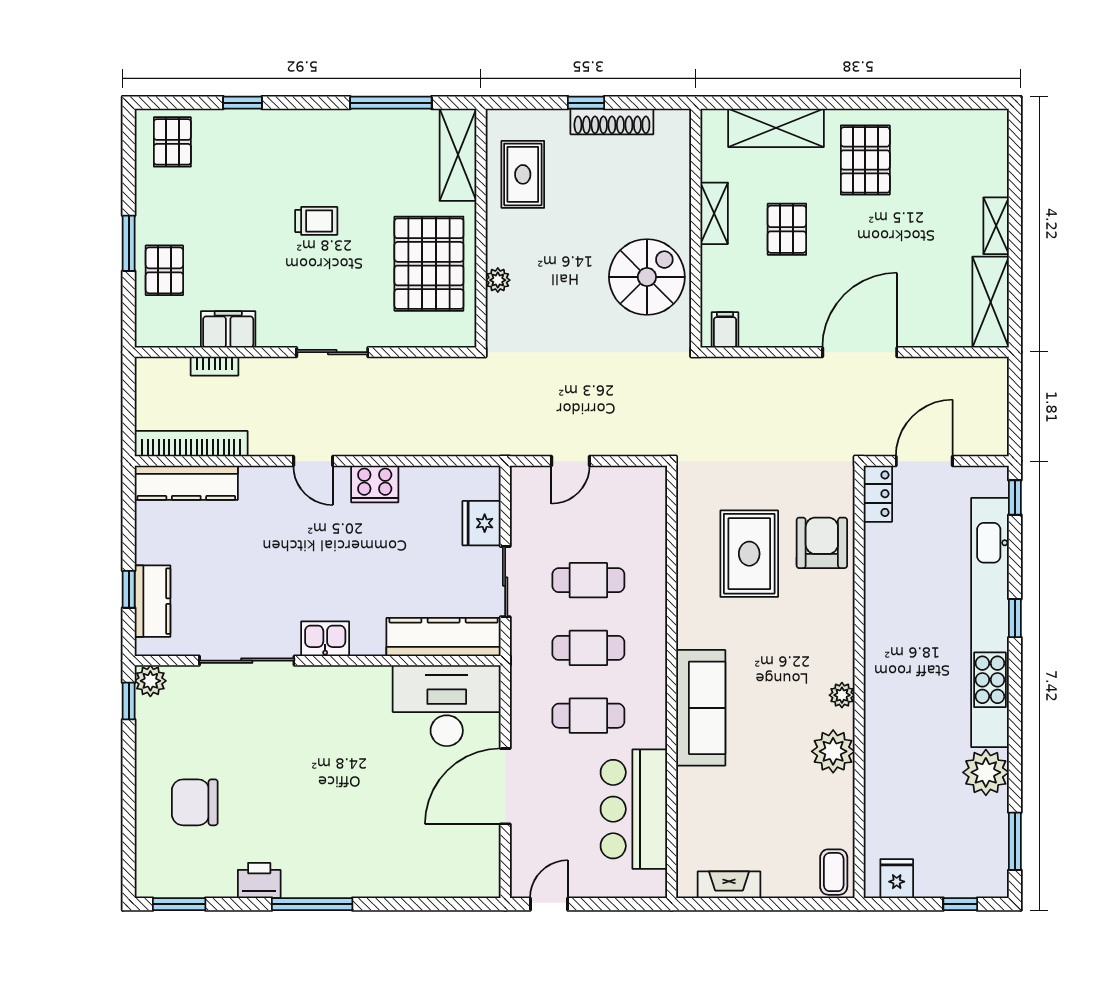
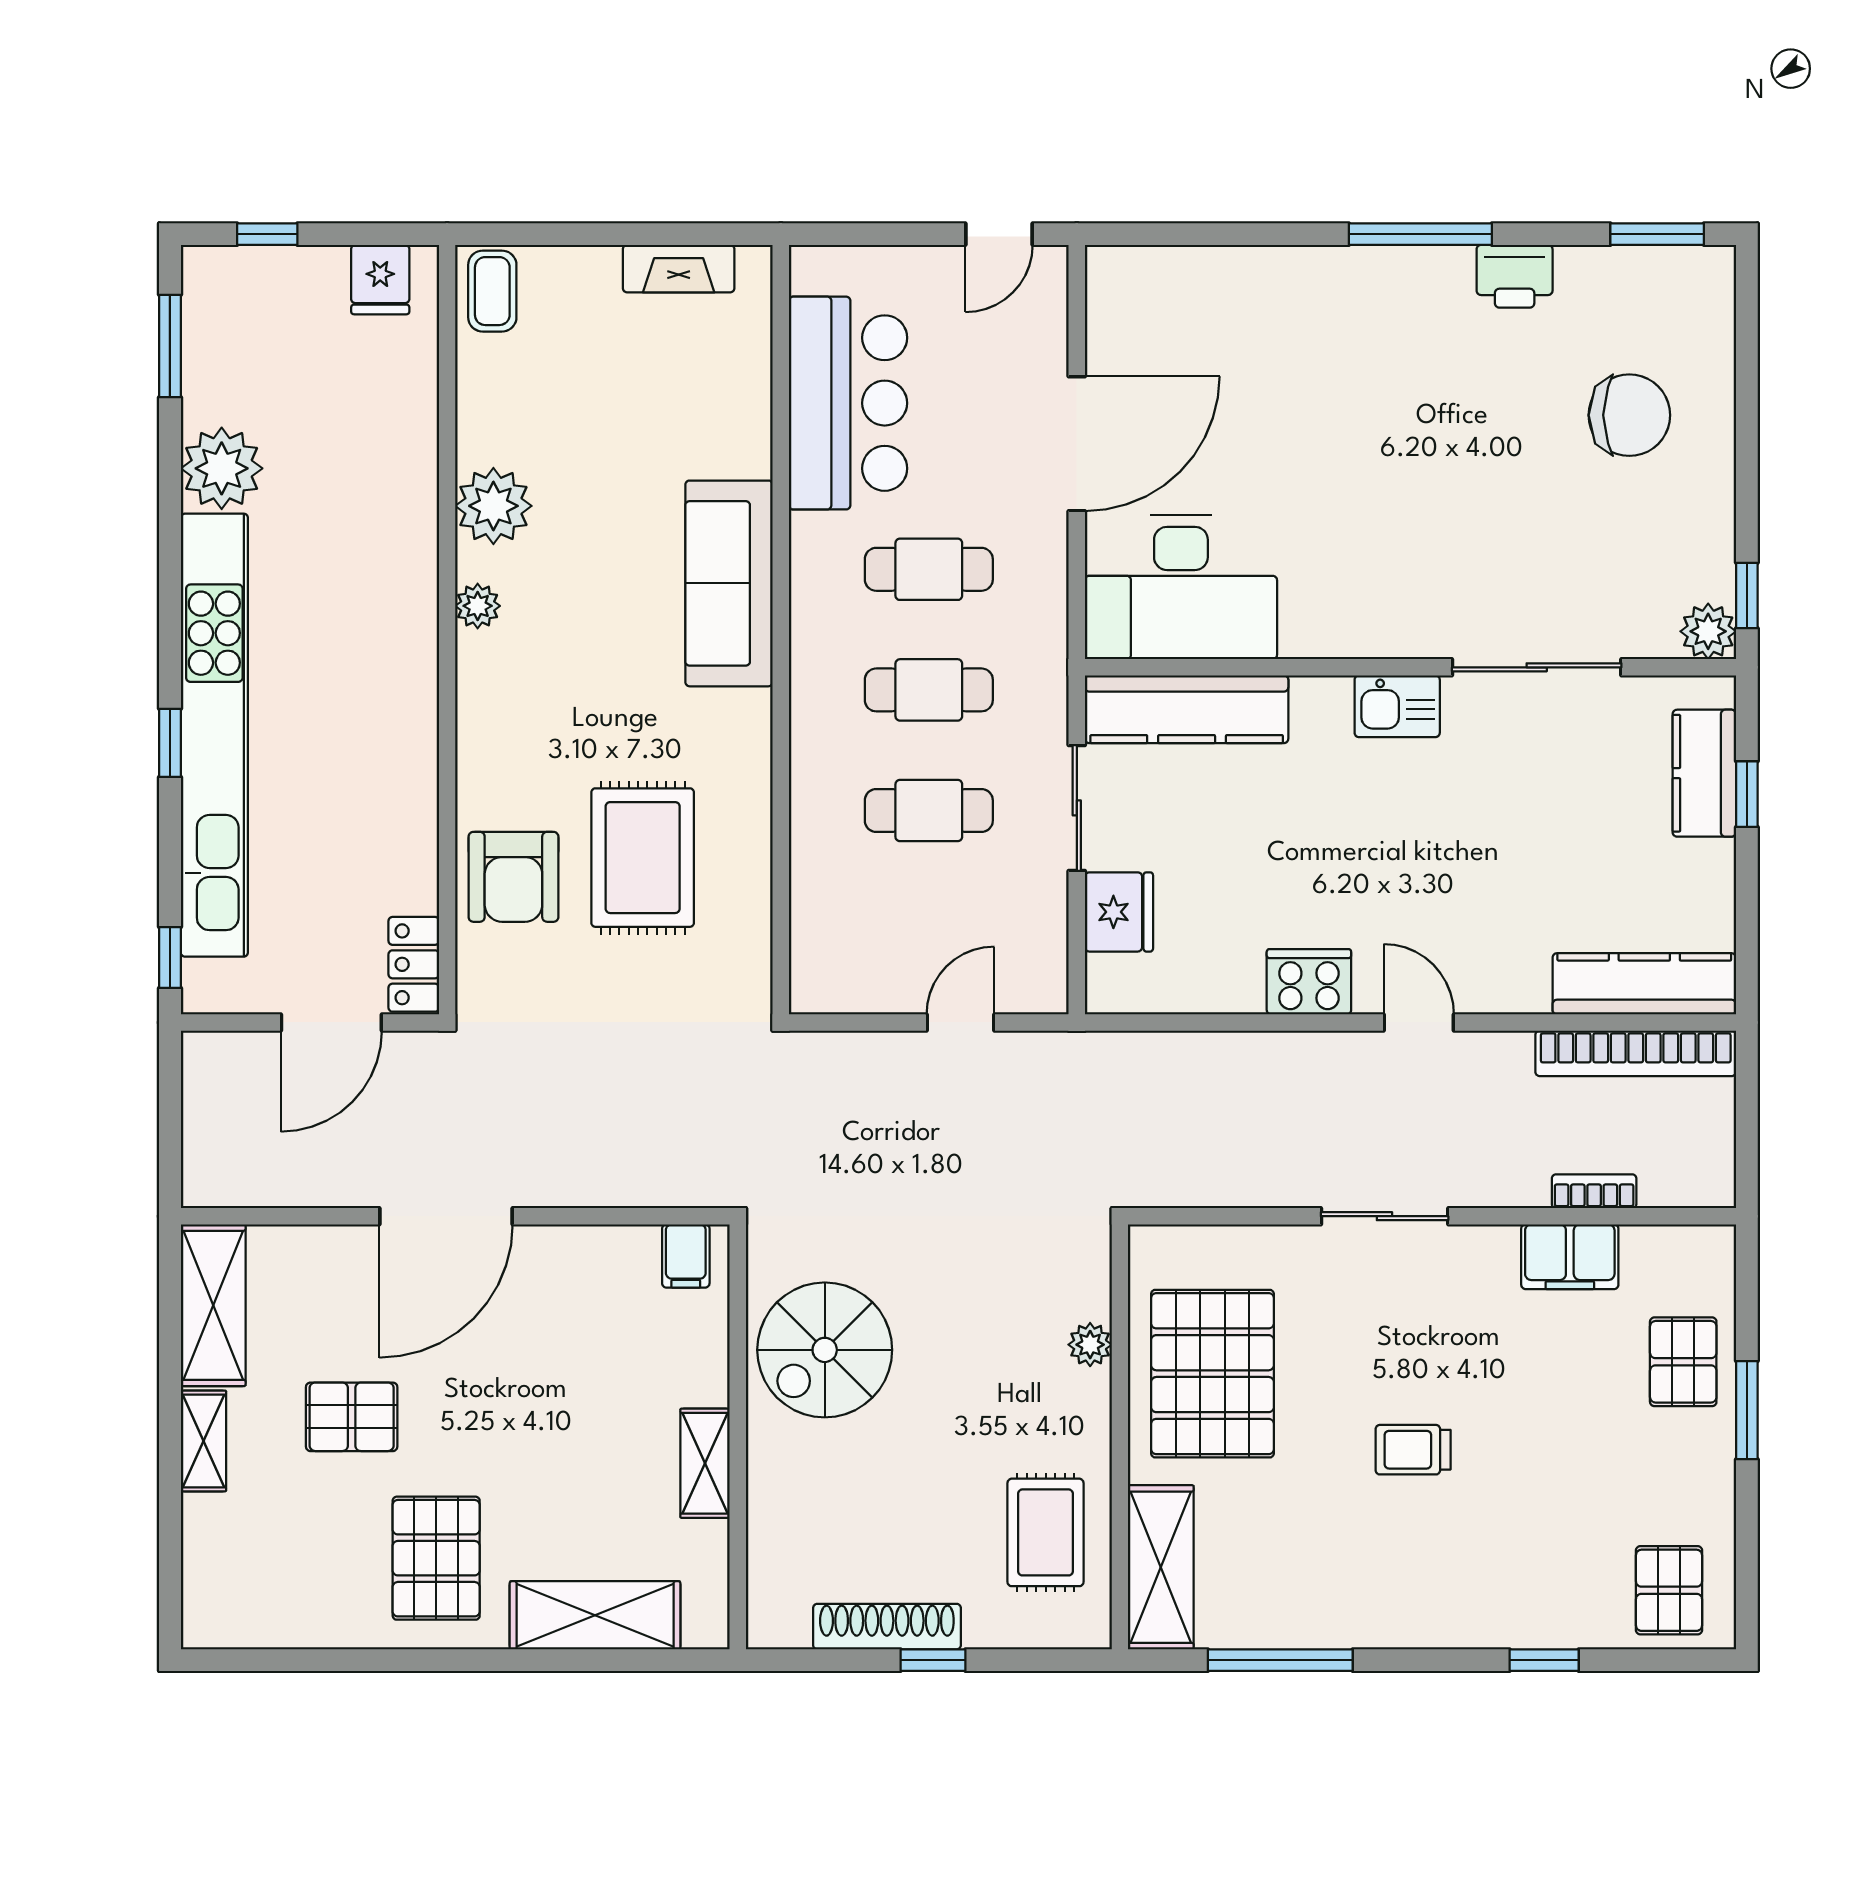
pallet: (787, 229) -> (352, 1417), moved, turned 90

